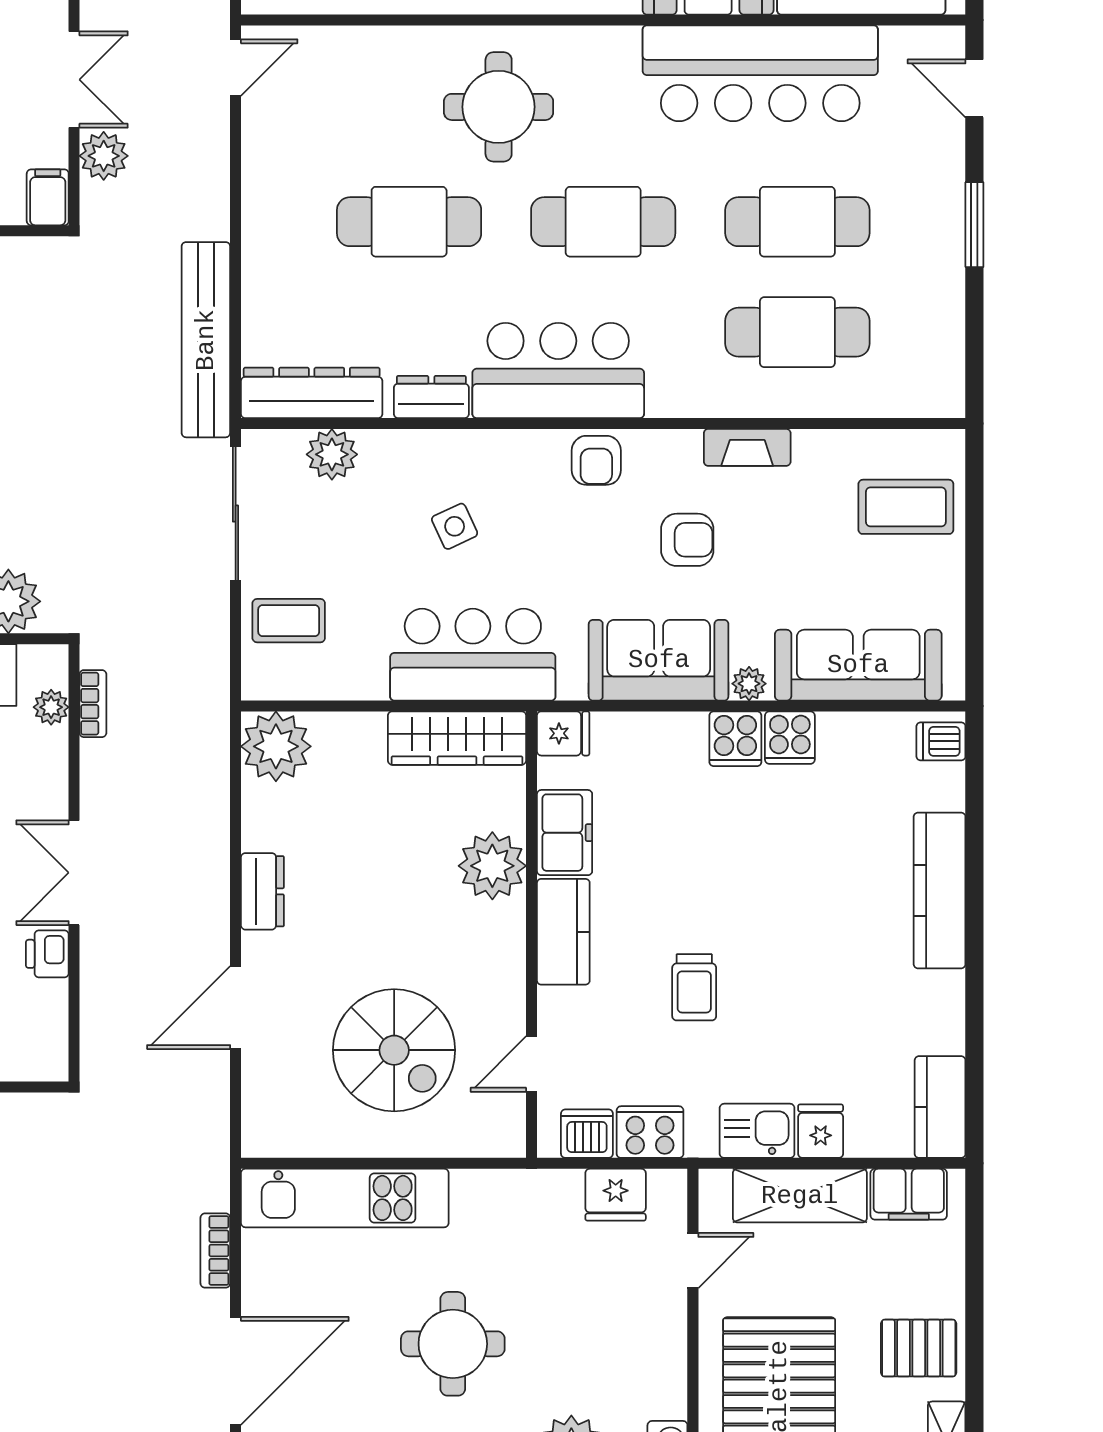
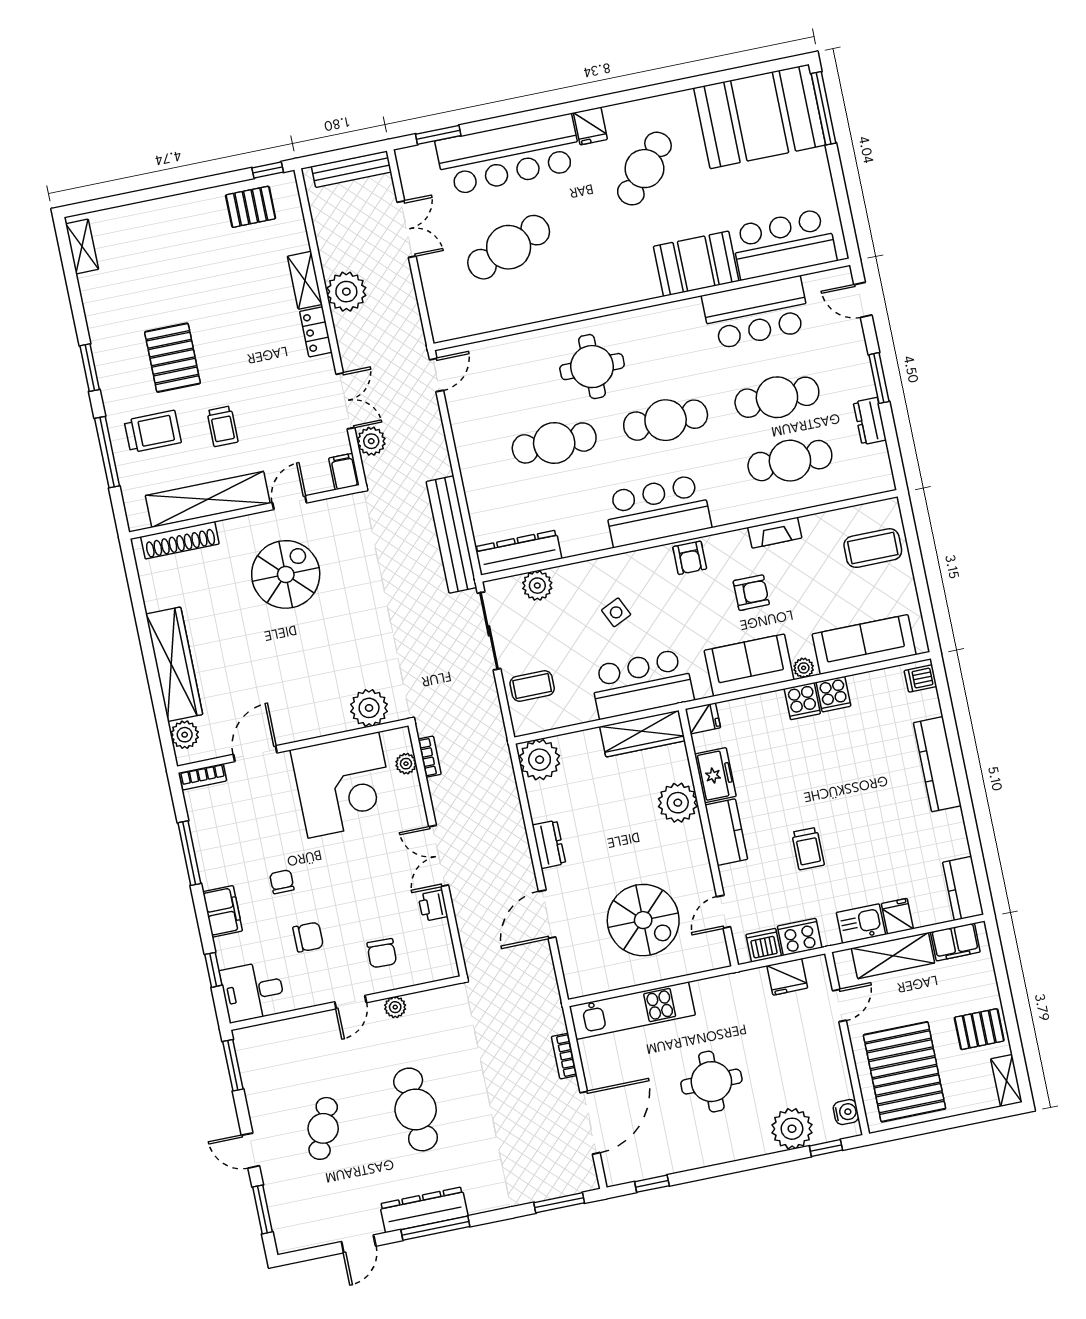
bar counter: (760, 73) -> (756, 313), width x0.73
dresser: (431, 397) -> (870, 421), moved, turned -90

